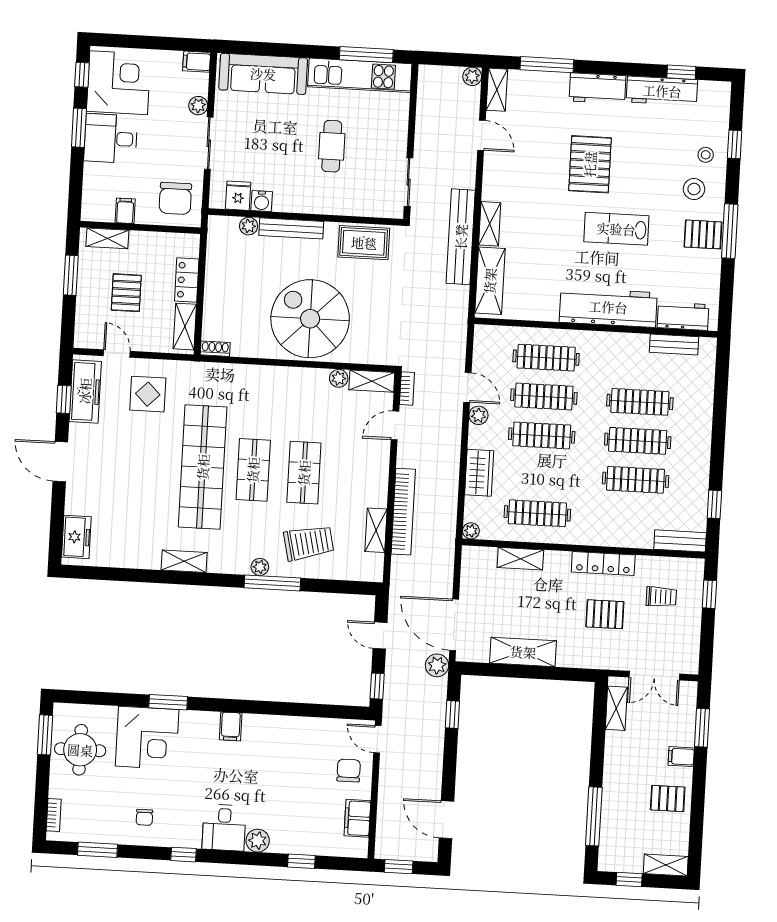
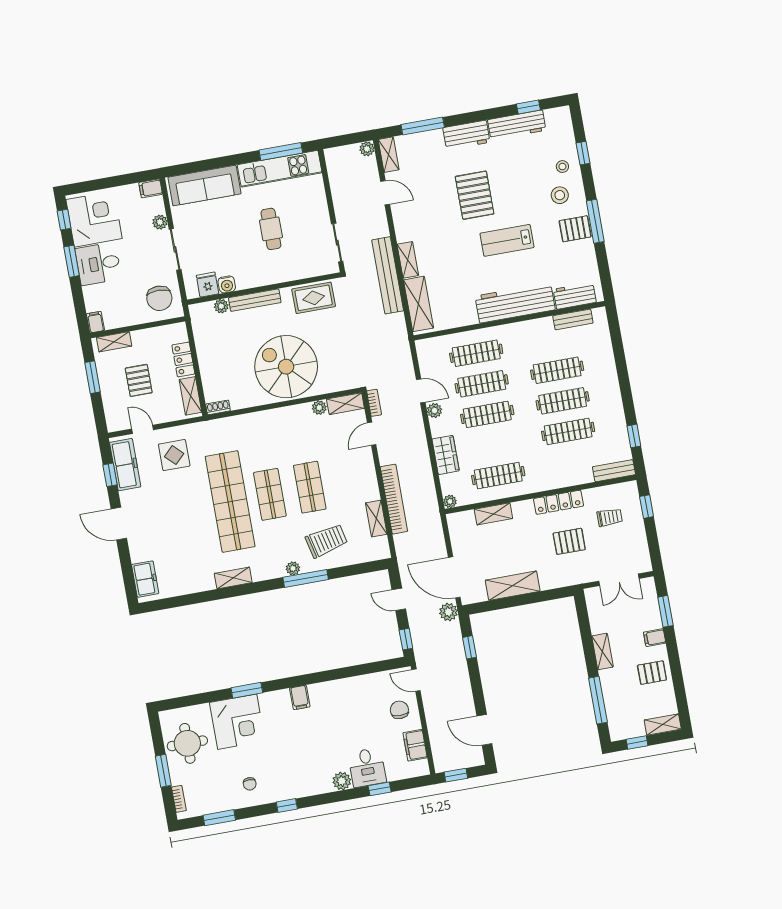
filing cabinet: (125, 211) -> (95, 322), moved
shelving: (616, 708) -> (602, 651), moved
window: (45, 735) -> (163, 771), moved
desk: (224, 828) -> (367, 767), moved

